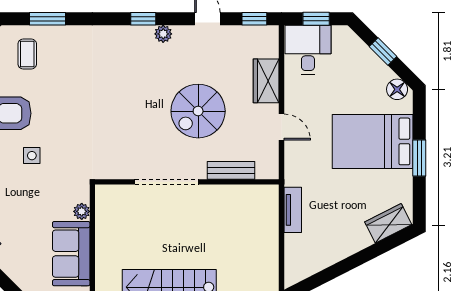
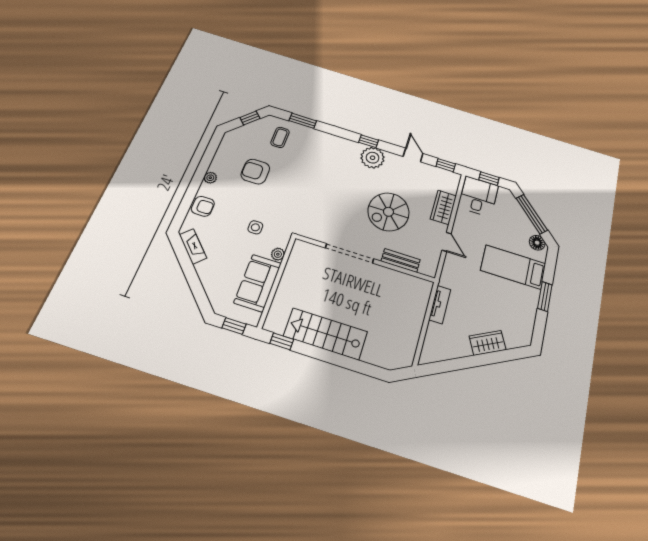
plant: (163, 34) -> (373, 158), width x1.87, depth x1.87
window: (383, 51) -> (532, 214), width x2.17
bed: (373, 141) -> (513, 267), width x0.67
side table: (32, 156) -> (255, 227), moved
wardrobe: (388, 223) -> (488, 343), moved

